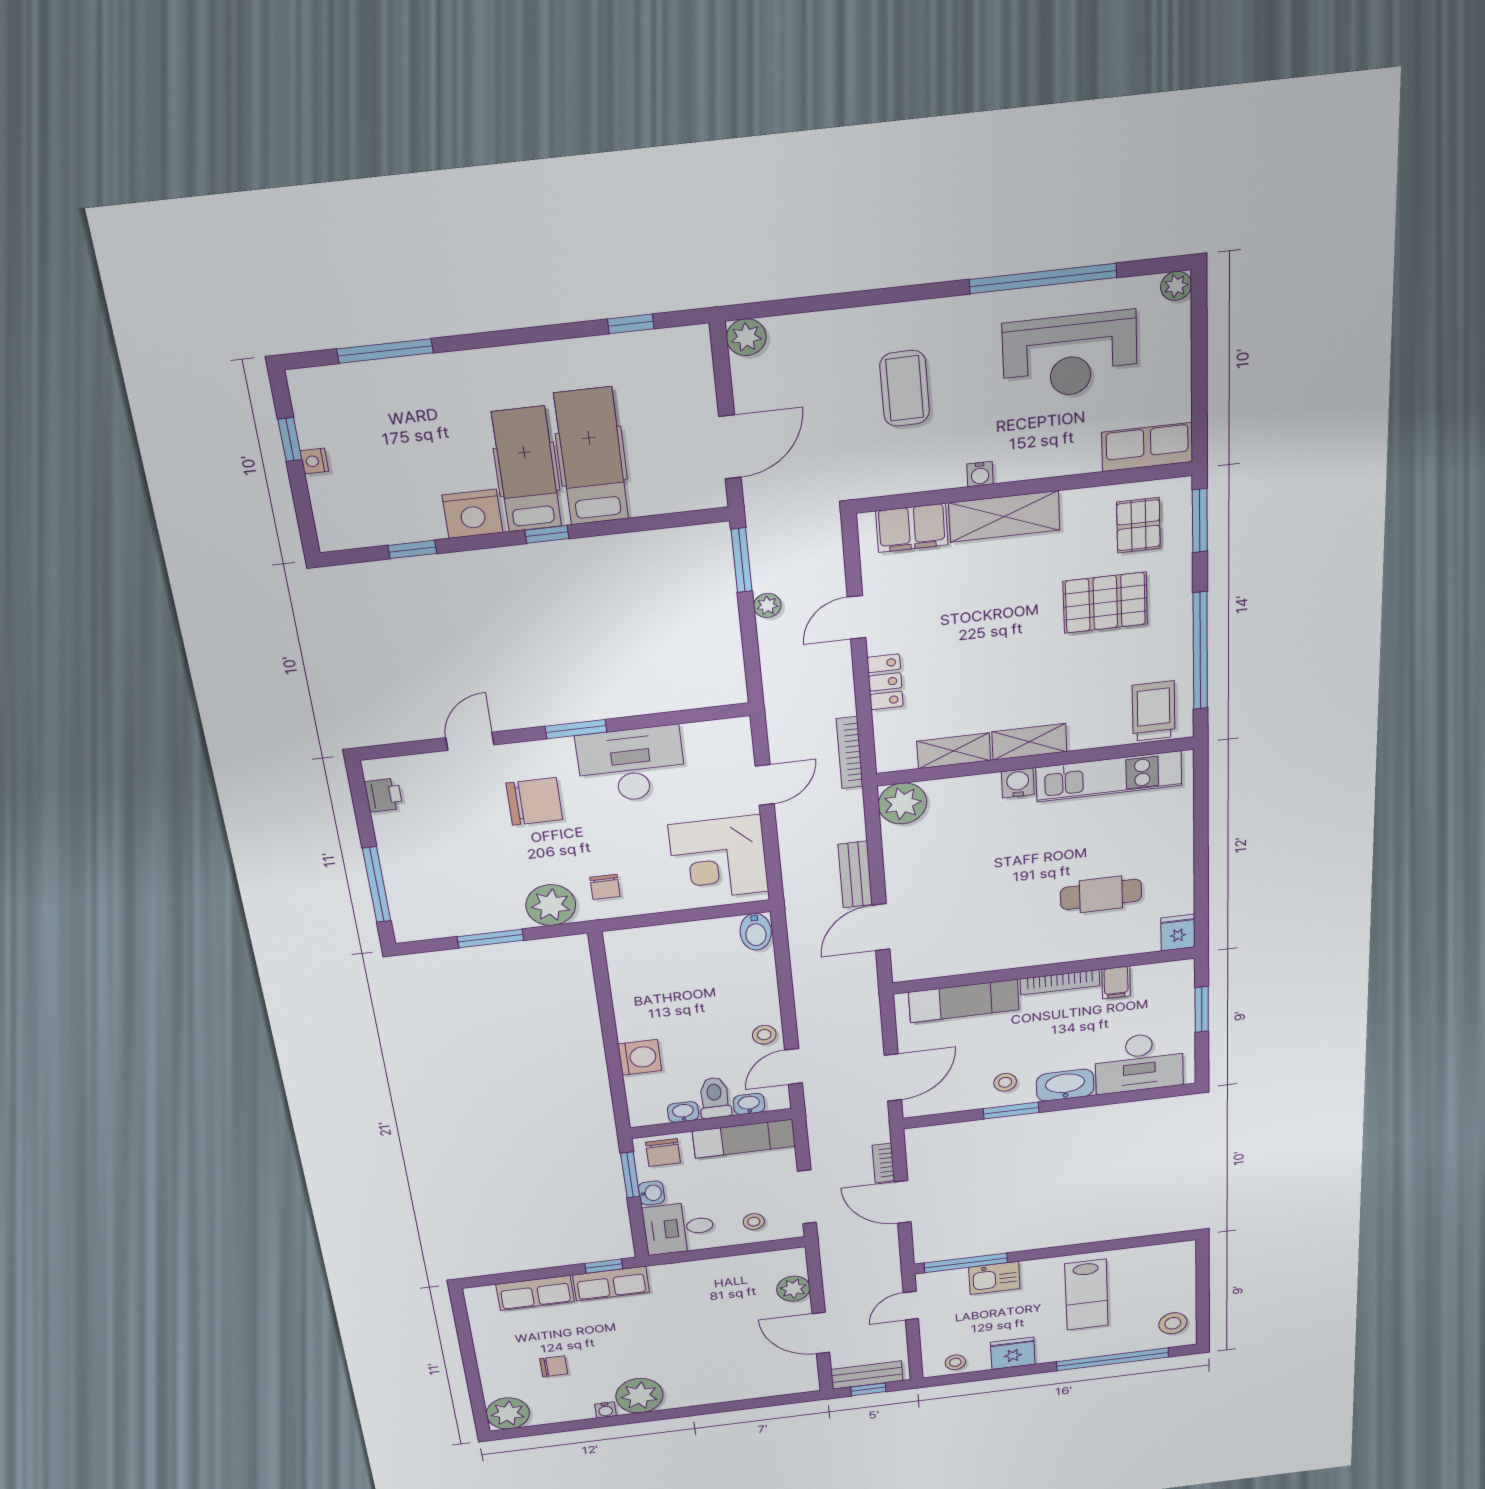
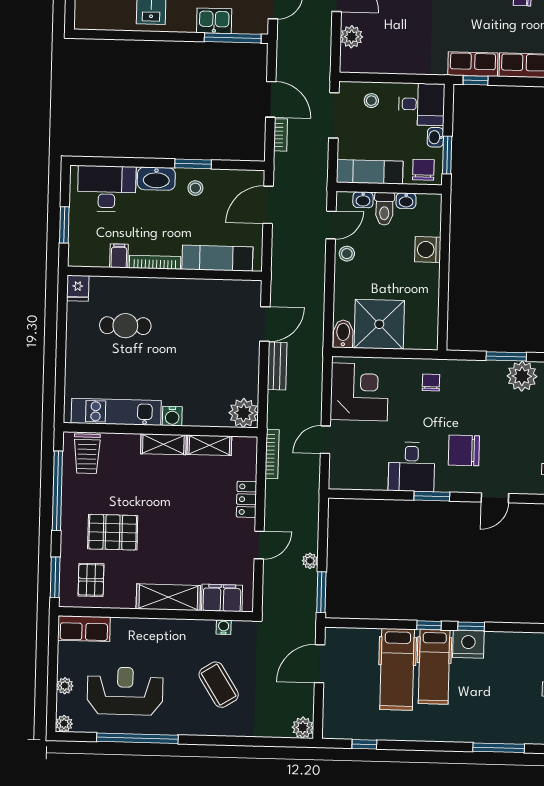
plant: (1177, 350) -> (65, 686), added
coffee table: (905, 388) -> (219, 685), turned -31
water cooler: (980, 474) -> (224, 627), moved
window: (412, 549) -> (471, 626), moved
desk: (631, 765) -> (411, 467), width x0.73
plant: (551, 905) -> (522, 376), moved
shower: (700, 952) -> (379, 324), added

